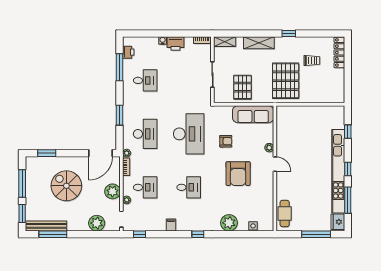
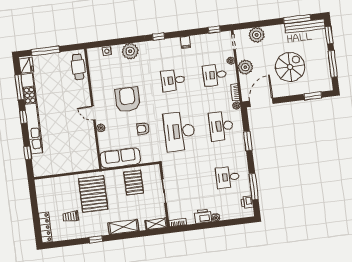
spiral stairs: (66, 186) -> (290, 67), turned -90

